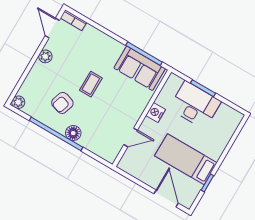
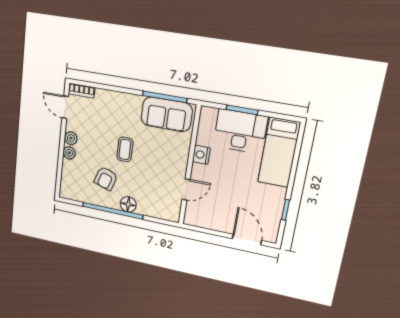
plant: (18, 102) -> (69, 153), moved
bed: (186, 159) -> (279, 152), moved, turned -90

